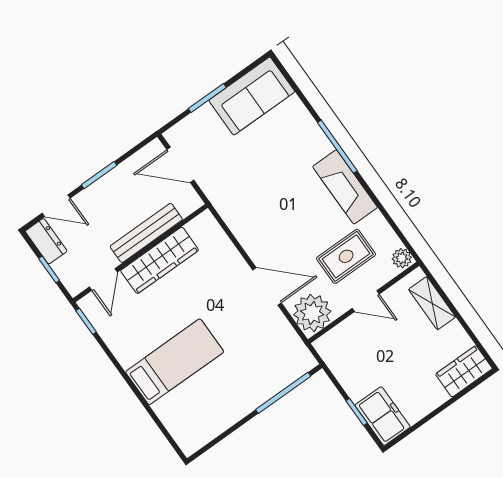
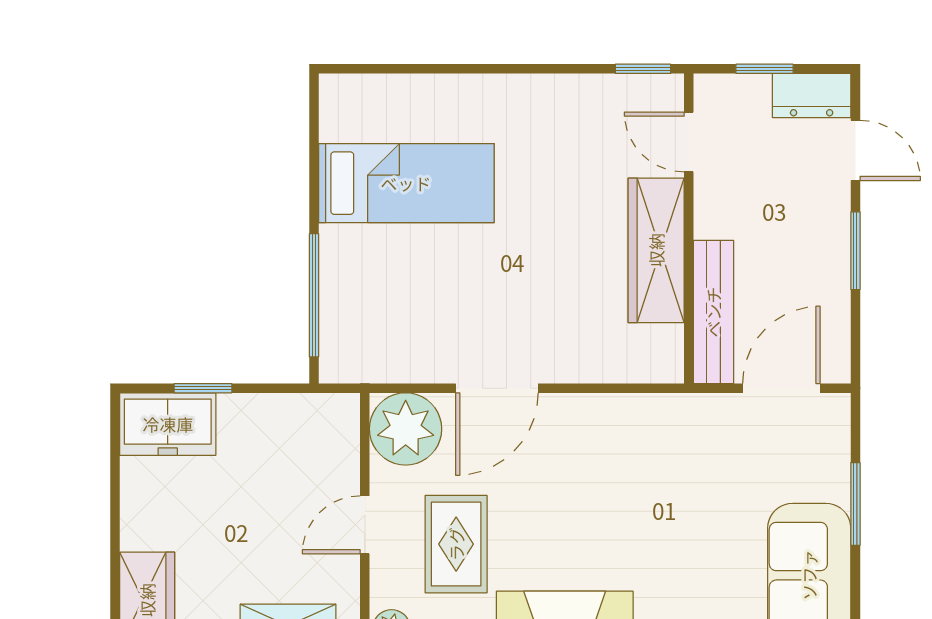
door: (56, 206) -> (855, 150), swing flipped
bench: (146, 233) -> (713, 312), moved
bed: (175, 362) -> (406, 183), moved, turned -90

